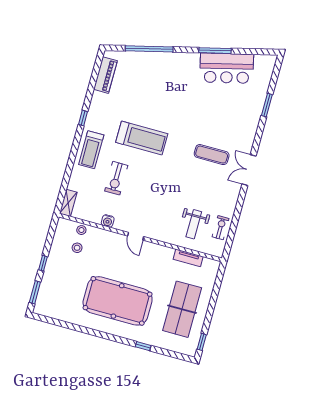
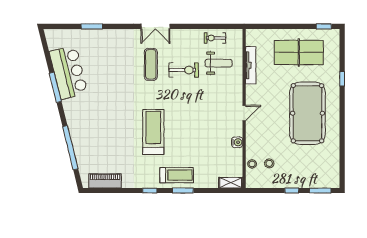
window: (74, 152) -> (183, 191), added
exercise bike: (116, 178) -> (184, 70), moved
tv unit: (188, 258) -> (251, 65), width x1.41

